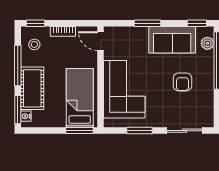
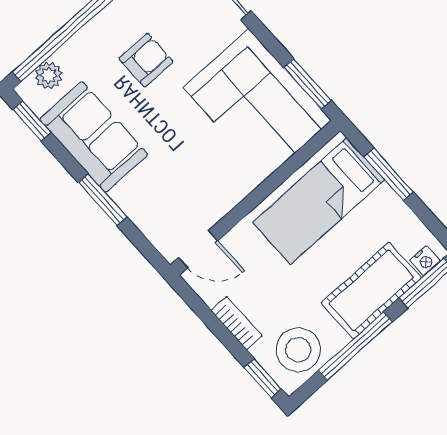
door: (101, 41) -> (198, 249), hinge flipped
stool: (34, 44) -> (298, 350), width x1.89, depth x1.89
corner sofa: (124, 89) -> (257, 104), moved, turned -90
window: (79, 131) -> (389, 174), moved
window: (140, 131) -> (307, 84), moved

